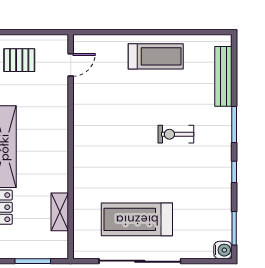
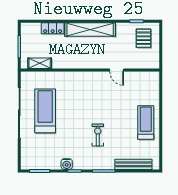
treadmill: (156, 56) -> (146, 123), turned 180
door: (71, 65) -> (117, 70), moved
shelving: (60, 212) -> (40, 63), moved
water cooler: (223, 250) -> (67, 164), moved

